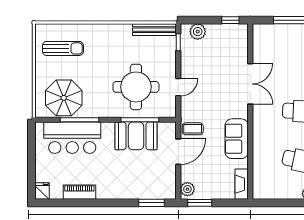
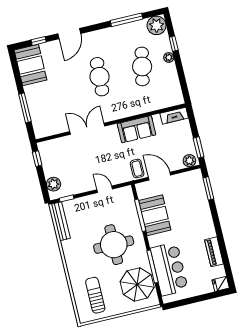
round table: (136, 87) -> (114, 245), moved

